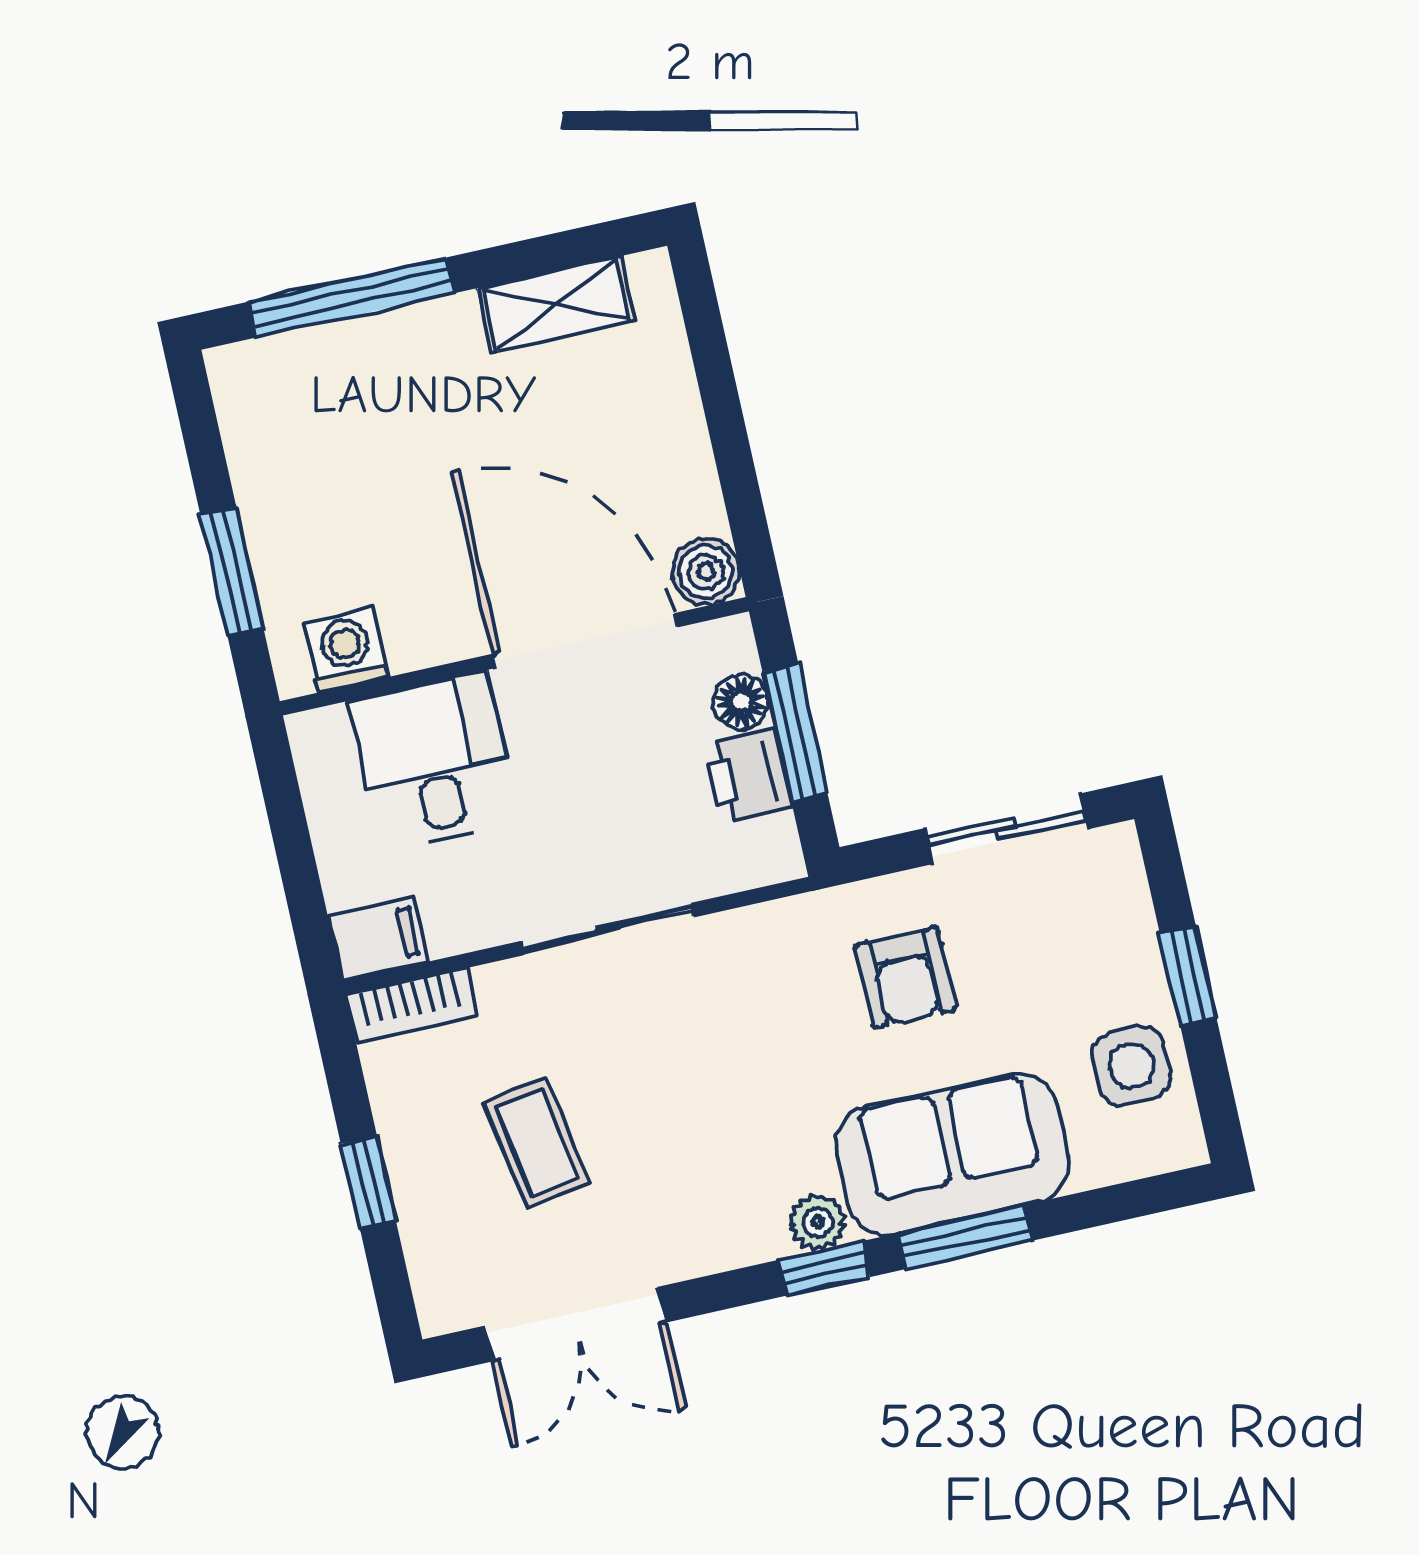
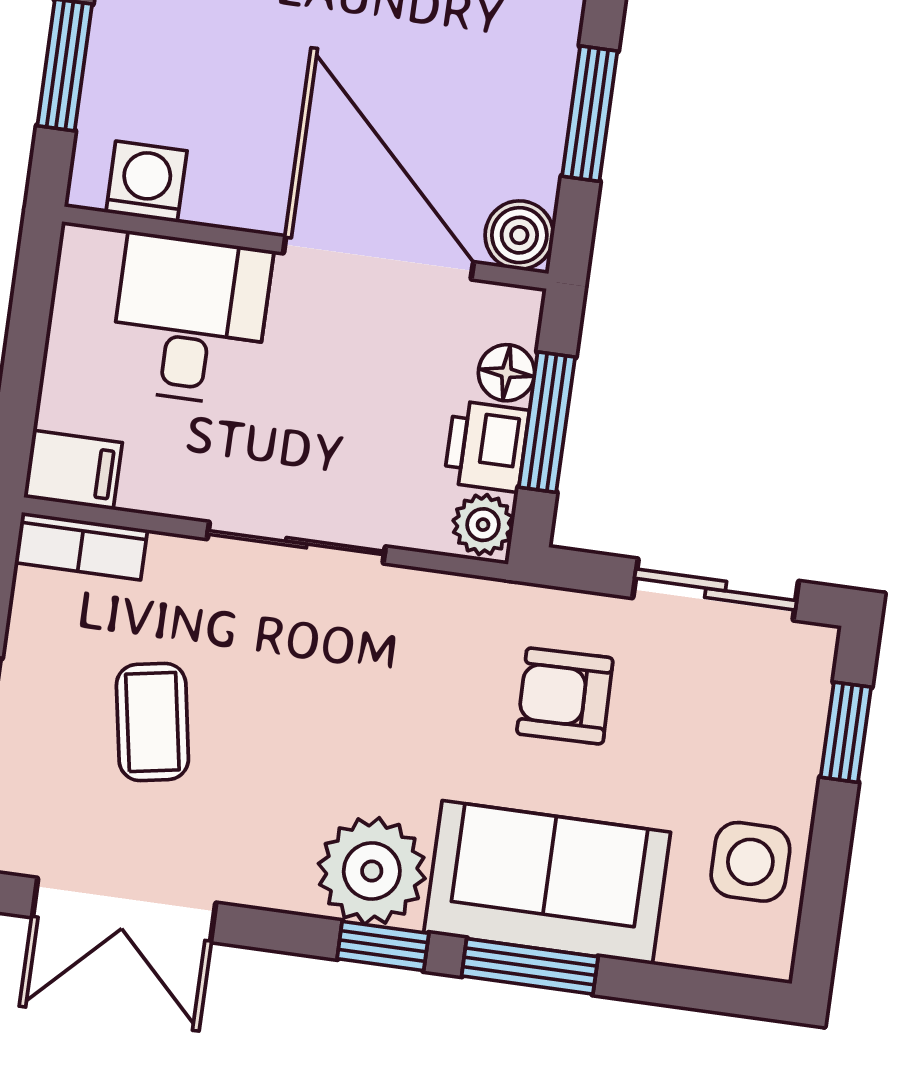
window: (729, 437) -> (590, 114), added
plant: (772, 849) -> (483, 525), added
window: (1188, 976) -> (846, 732), moved
armchair: (905, 978) -> (565, 696), turned 89
plant: (818, 1222) -> (372, 871), width x1.88, depth x1.88

